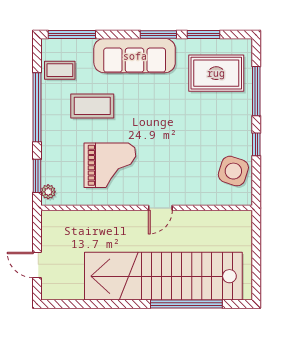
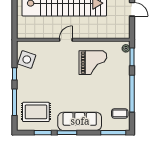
coffee table: (92, 106) -> (102, 94), removed
grand piano: (110, 165) -> (93, 63), turned 180

